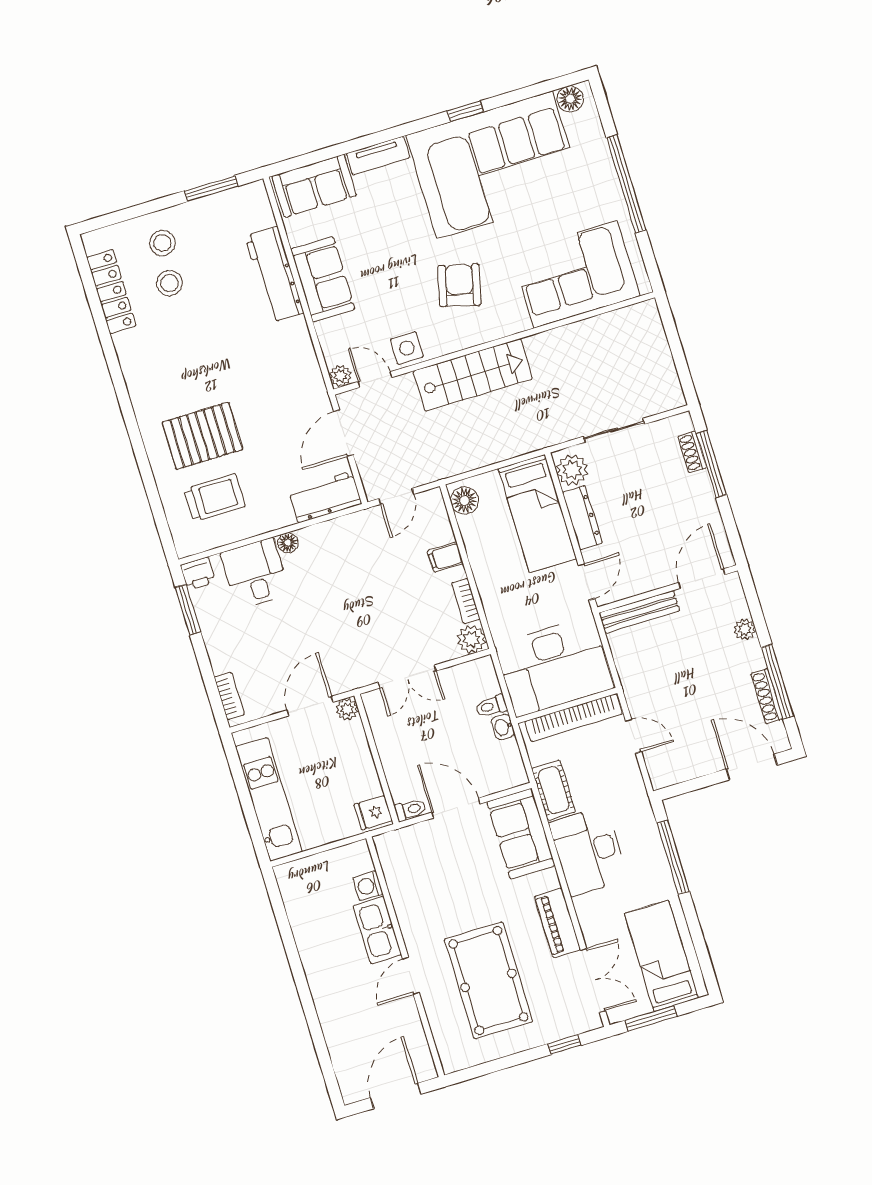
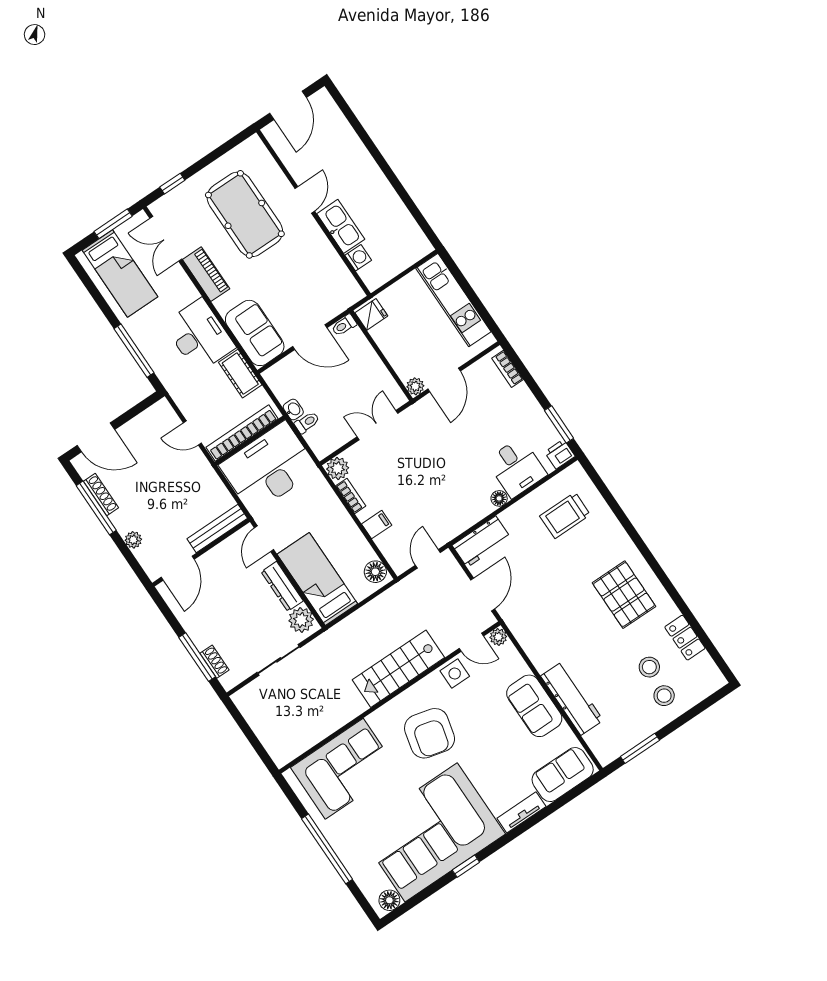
armchair: (459, 285) -> (430, 733), width x1.36, depth x1.36
locker: (111, 292) -> (685, 638), width x0.66
pallet: (202, 436) -> (624, 595), moved, turned 90

